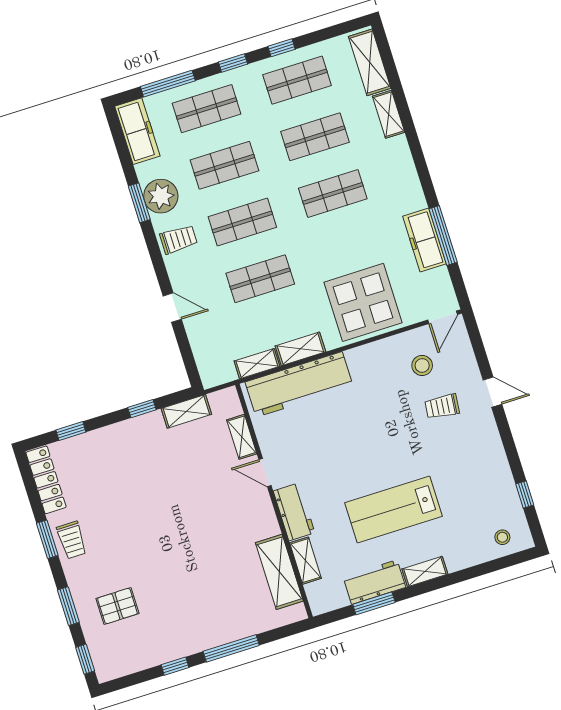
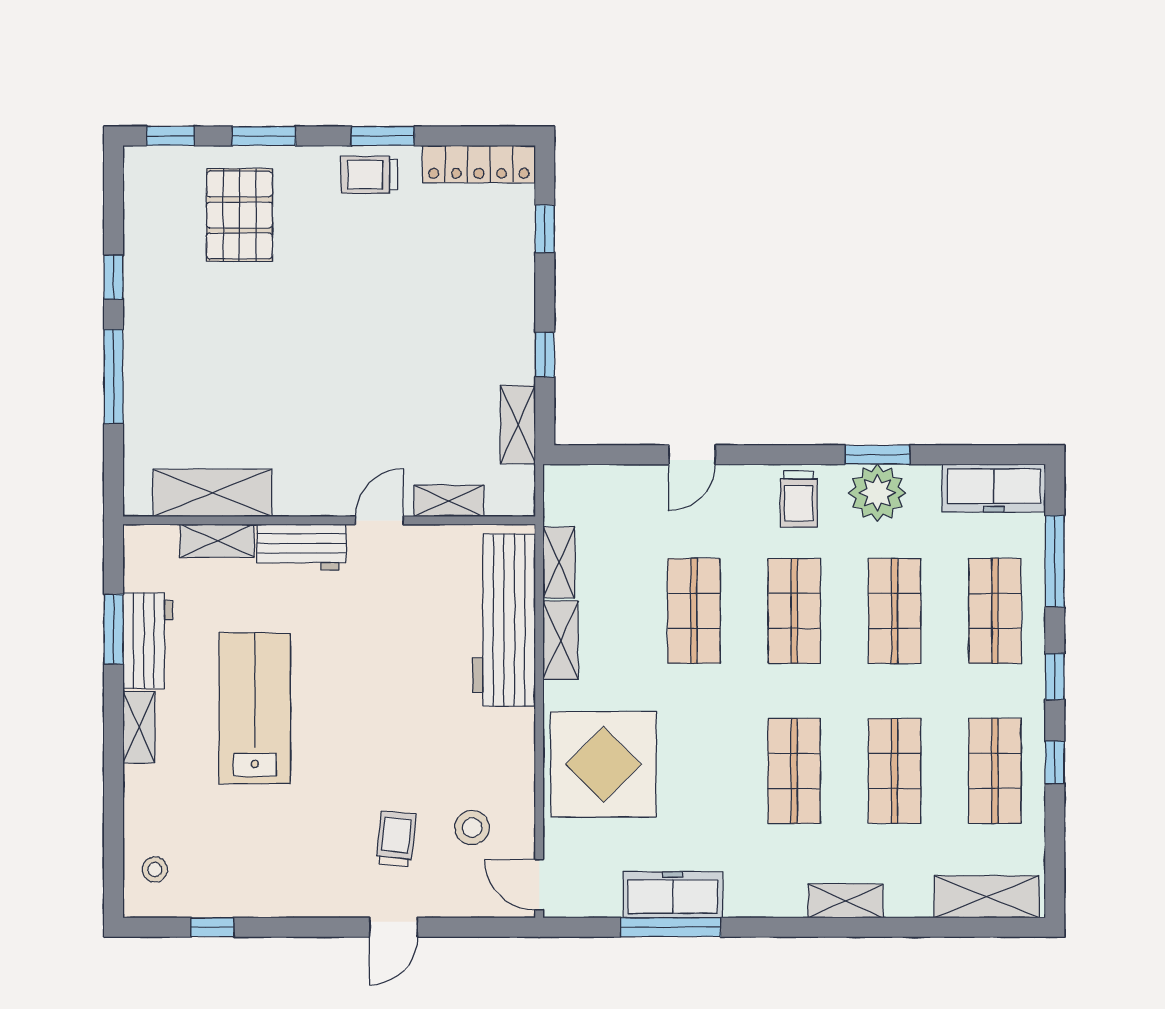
shelving: (389, 114) -> (845, 901), moved
pallet: (117, 606) -> (240, 215), width x1.50, depth x1.42

